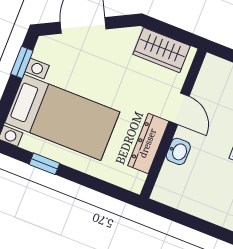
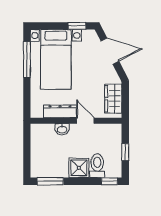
door: (179, 109) -> (85, 121), swing flipped
window: (44, 164) -> (27, 60), width x2.17

